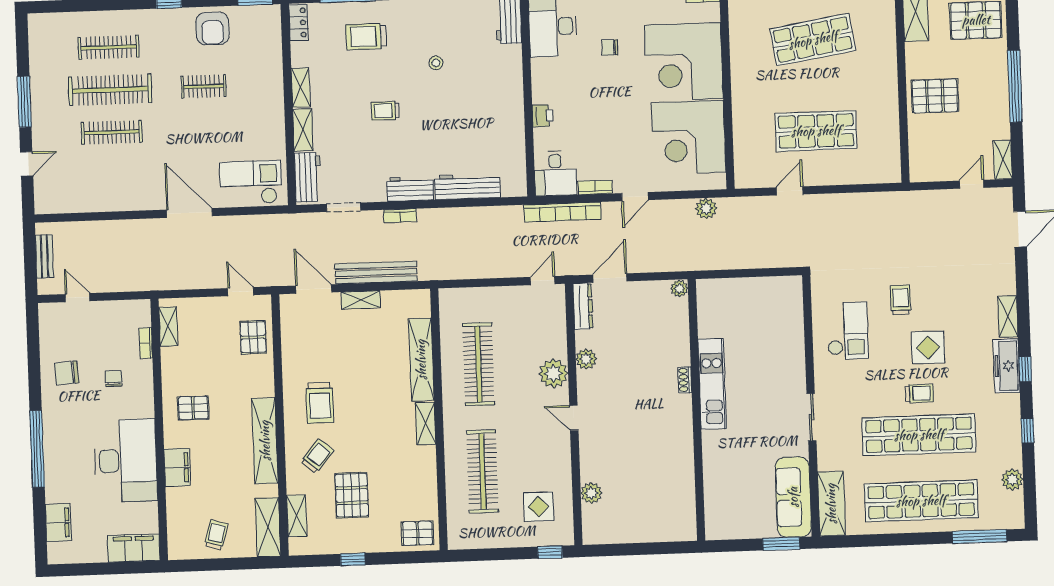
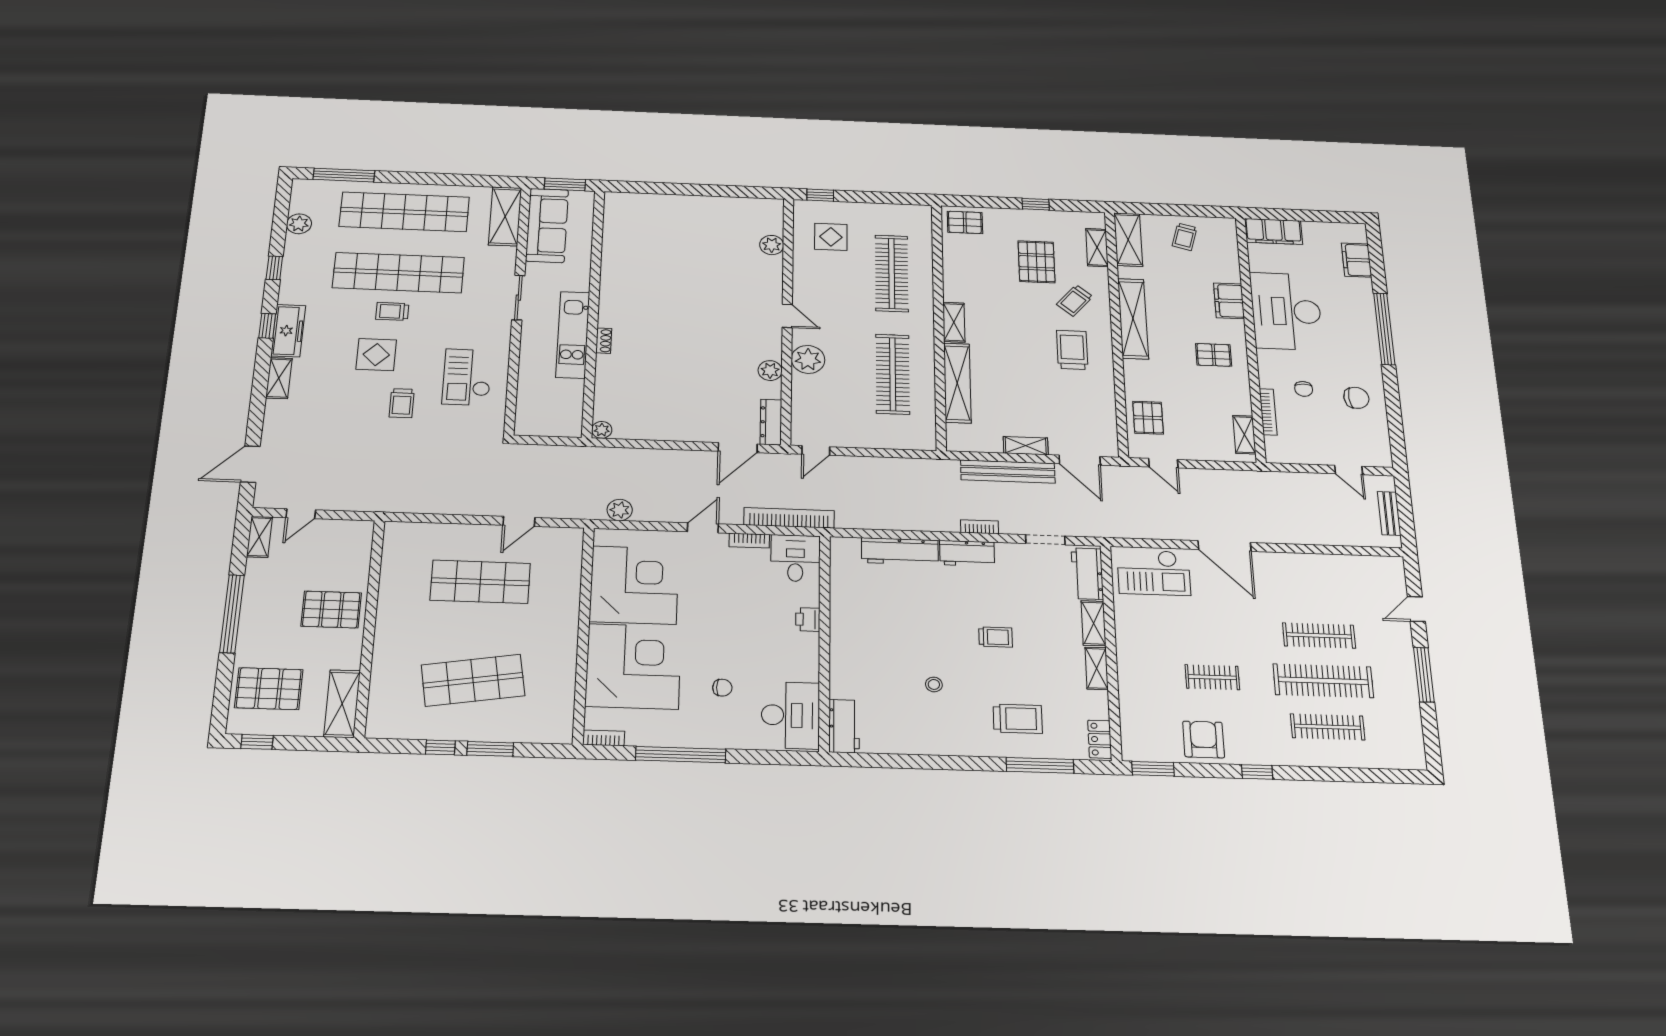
plant: (679, 288) -> (602, 430), moved
bookcase: (146, 343) -> (1268, 412), width x1.56
shoe rack: (685, 380) -> (604, 341), moved
kitchen unit: (712, 384) -> (573, 335), moved
wall: (696, 410) -> (593, 311), moved

